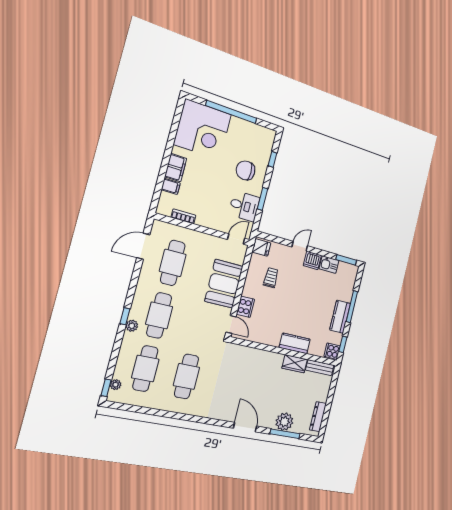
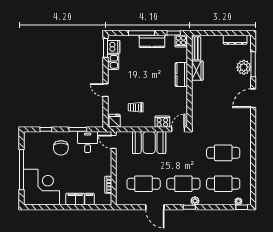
door: (143, 246) -> (155, 207), moved
dishwasher: (312, 260) -> (114, 47), moved

